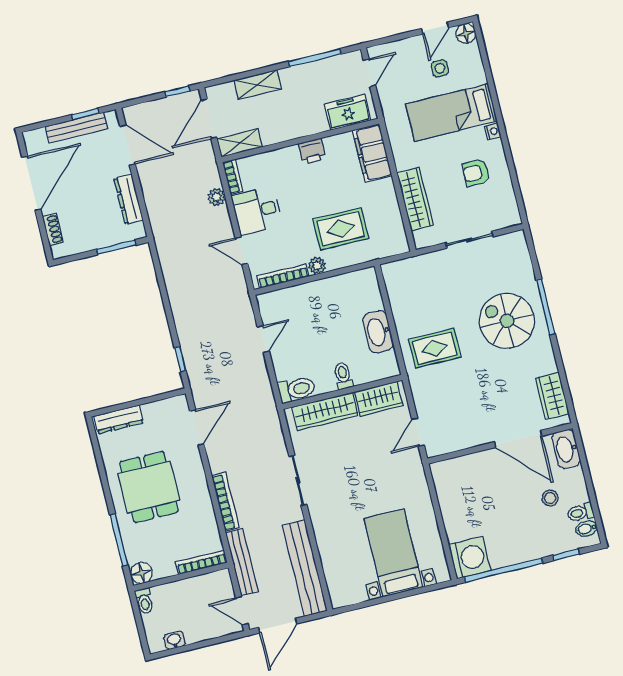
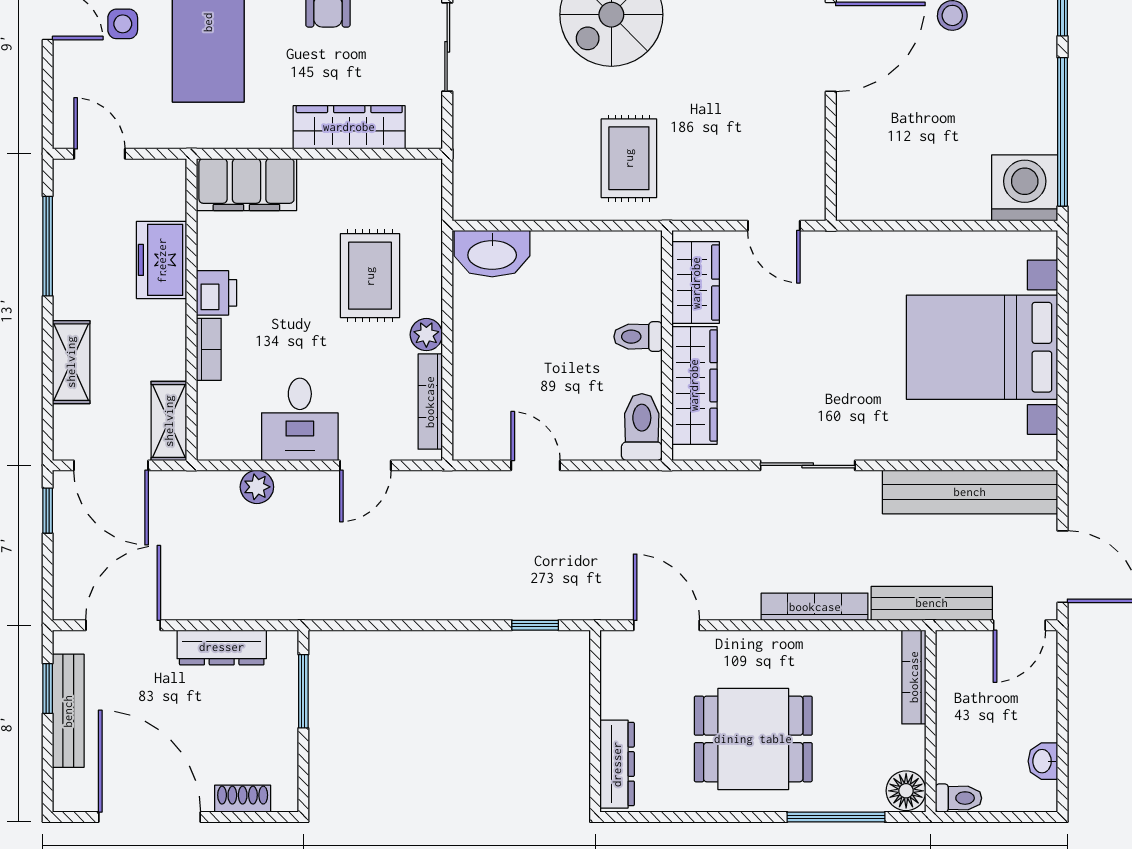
freezer: (348, 112) -> (162, 260), moved
bookcase: (233, 177) -> (209, 349), moved, turned 90
washbasin: (378, 332) -> (492, 254), moved
bed with nightstands: (393, 553) -> (982, 347), width x1.36

